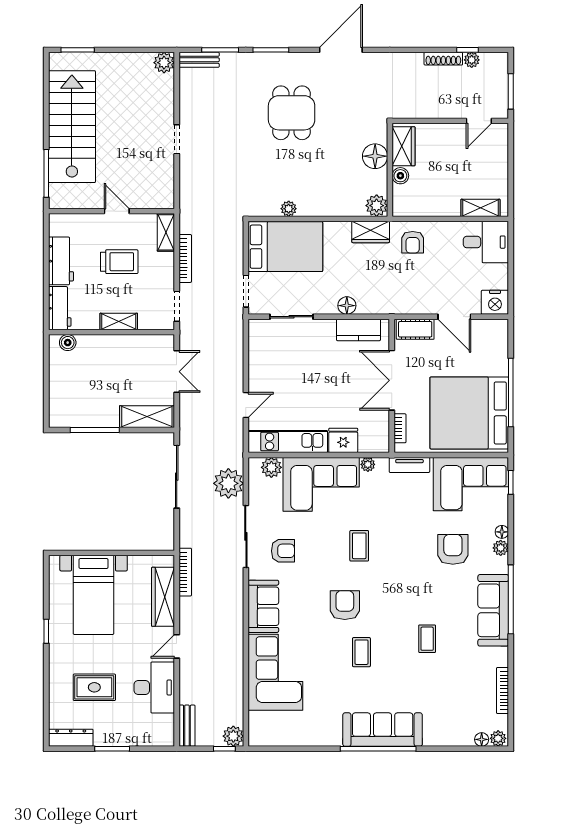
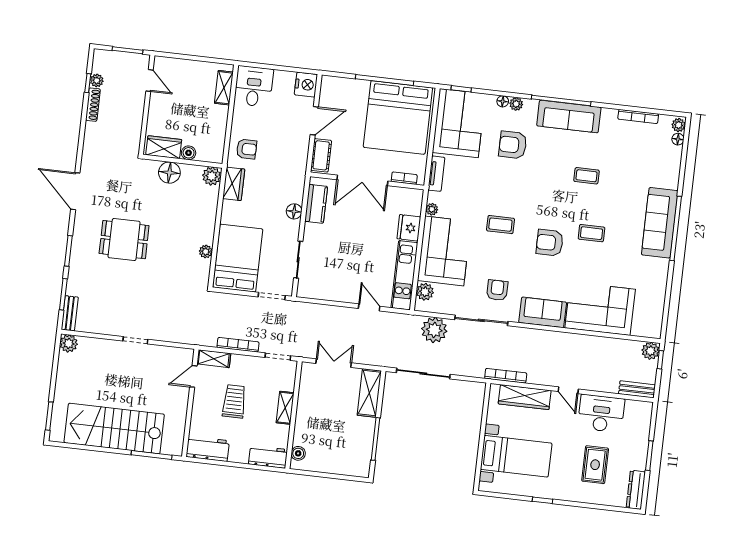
door: (117, 211) -> (193, 376), moved
workbench: (61, 261) -> (208, 449), moved

